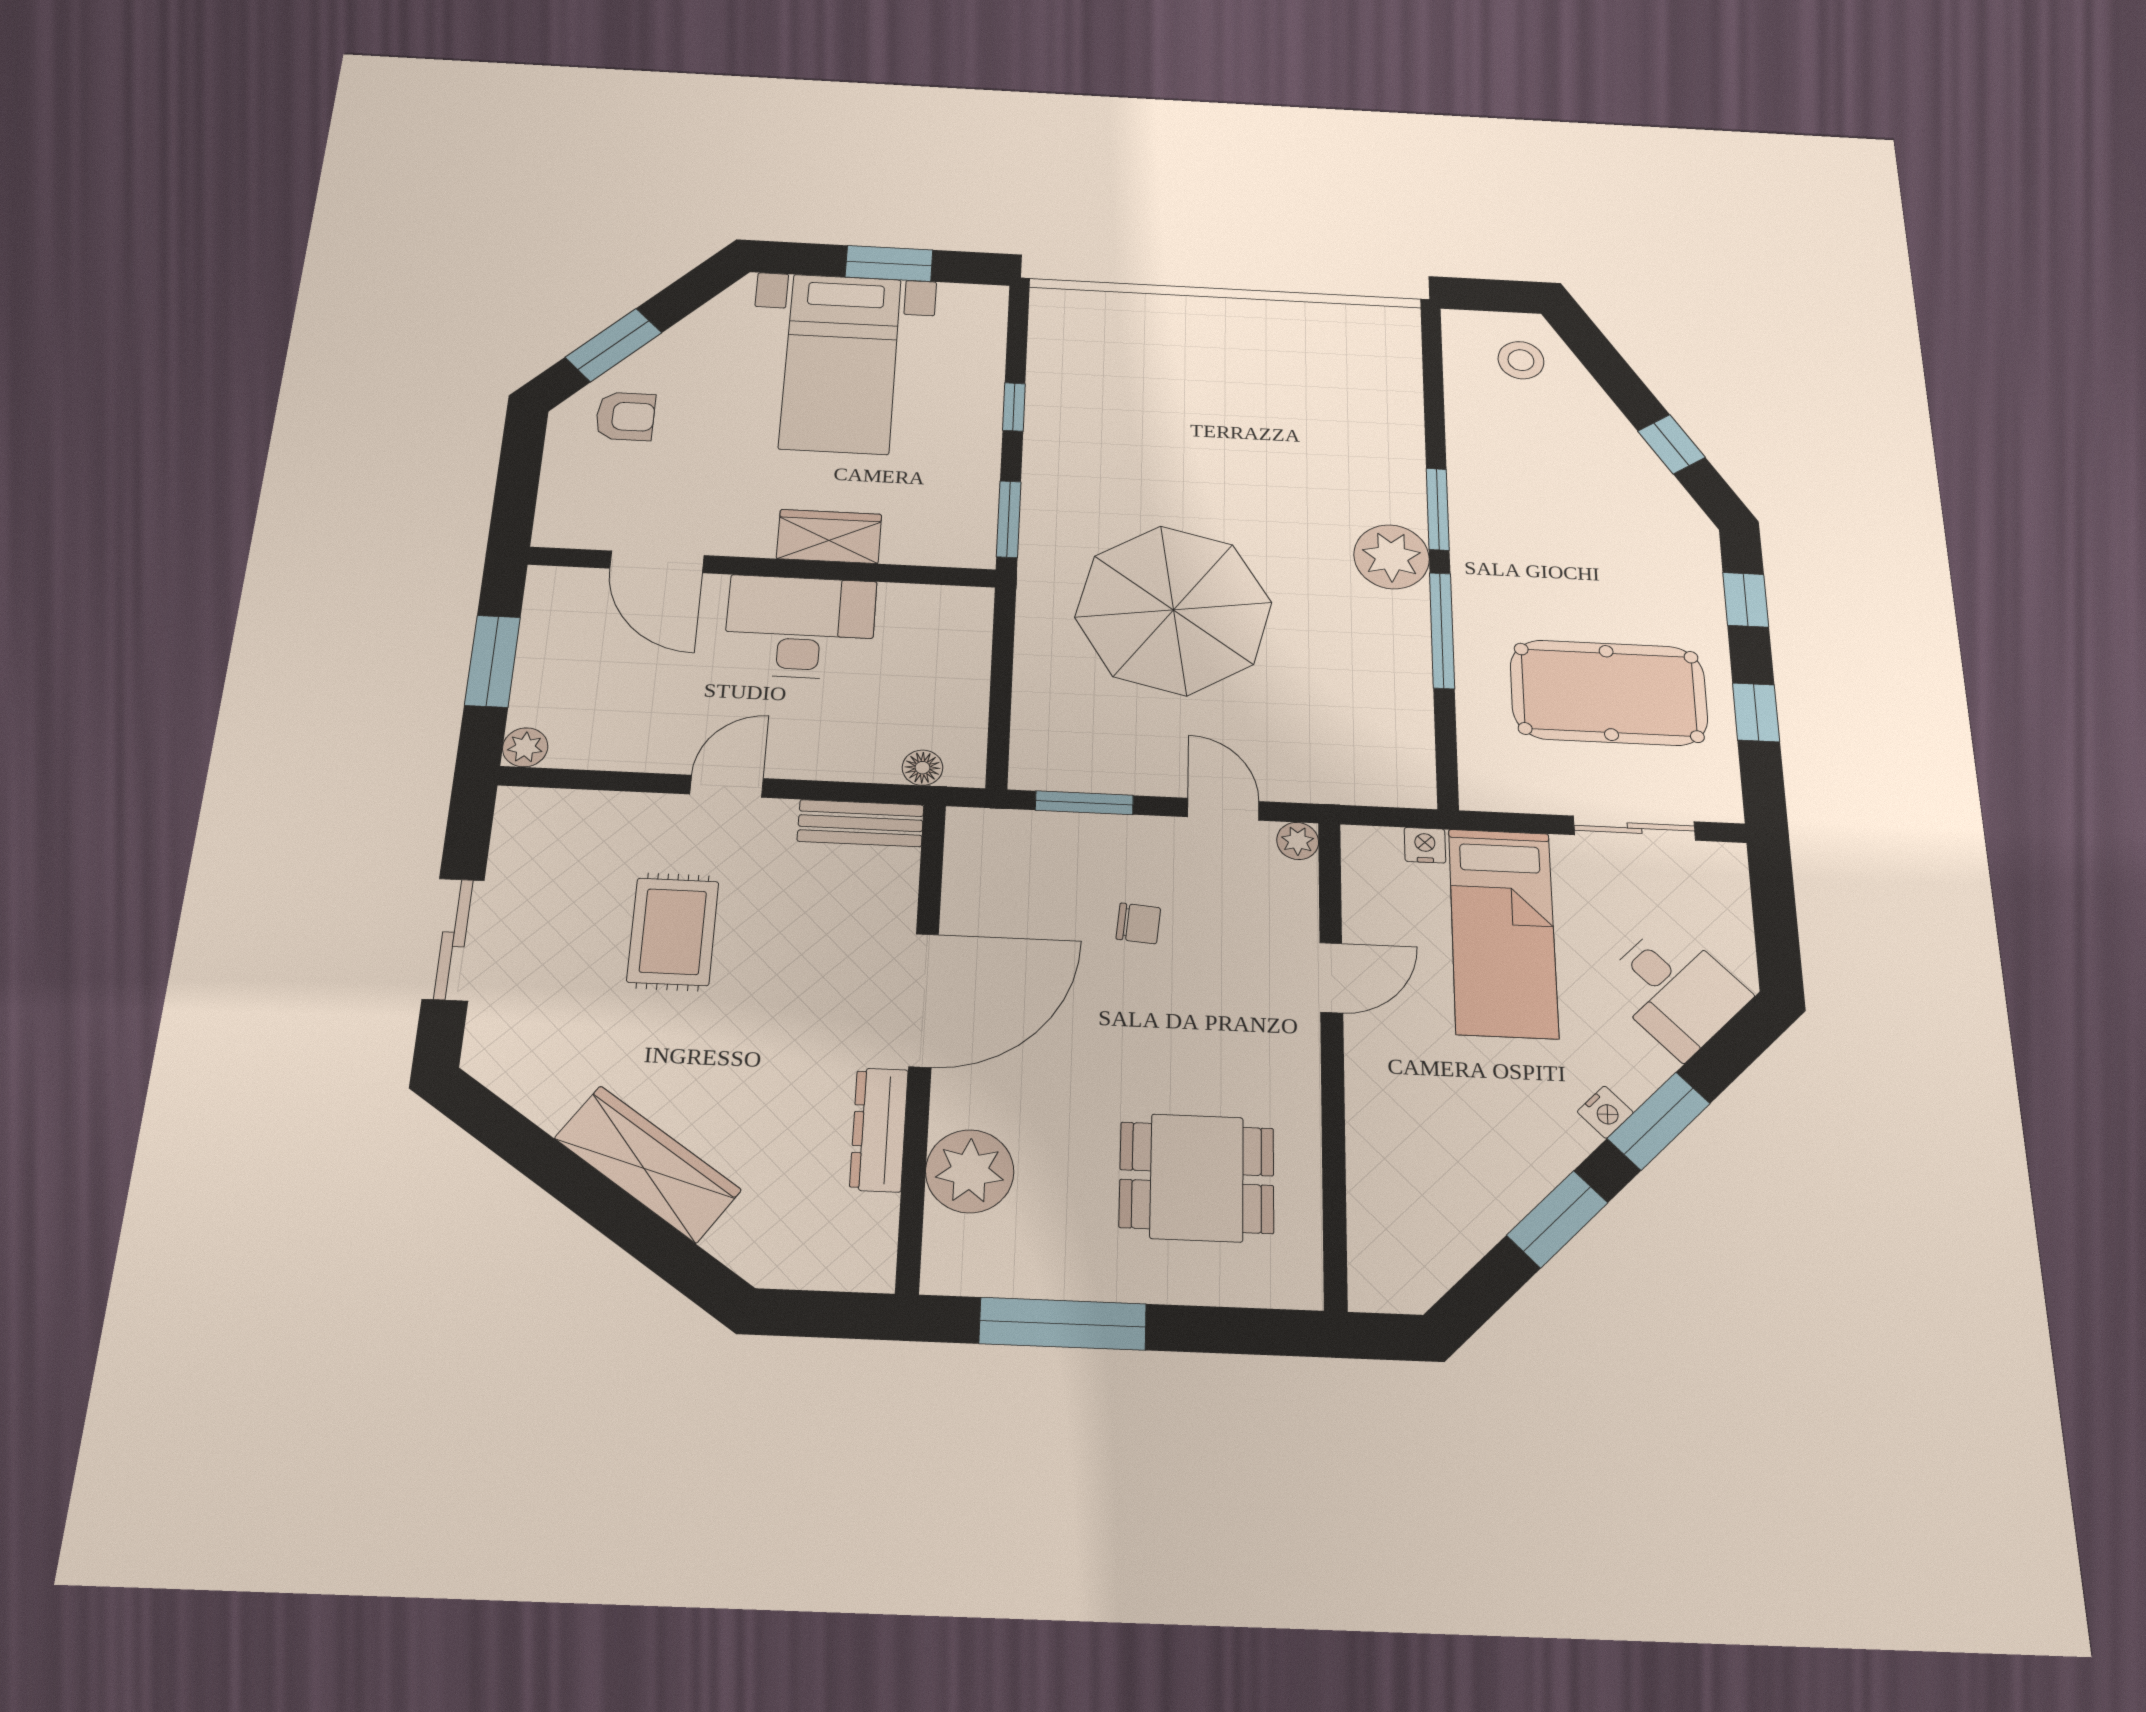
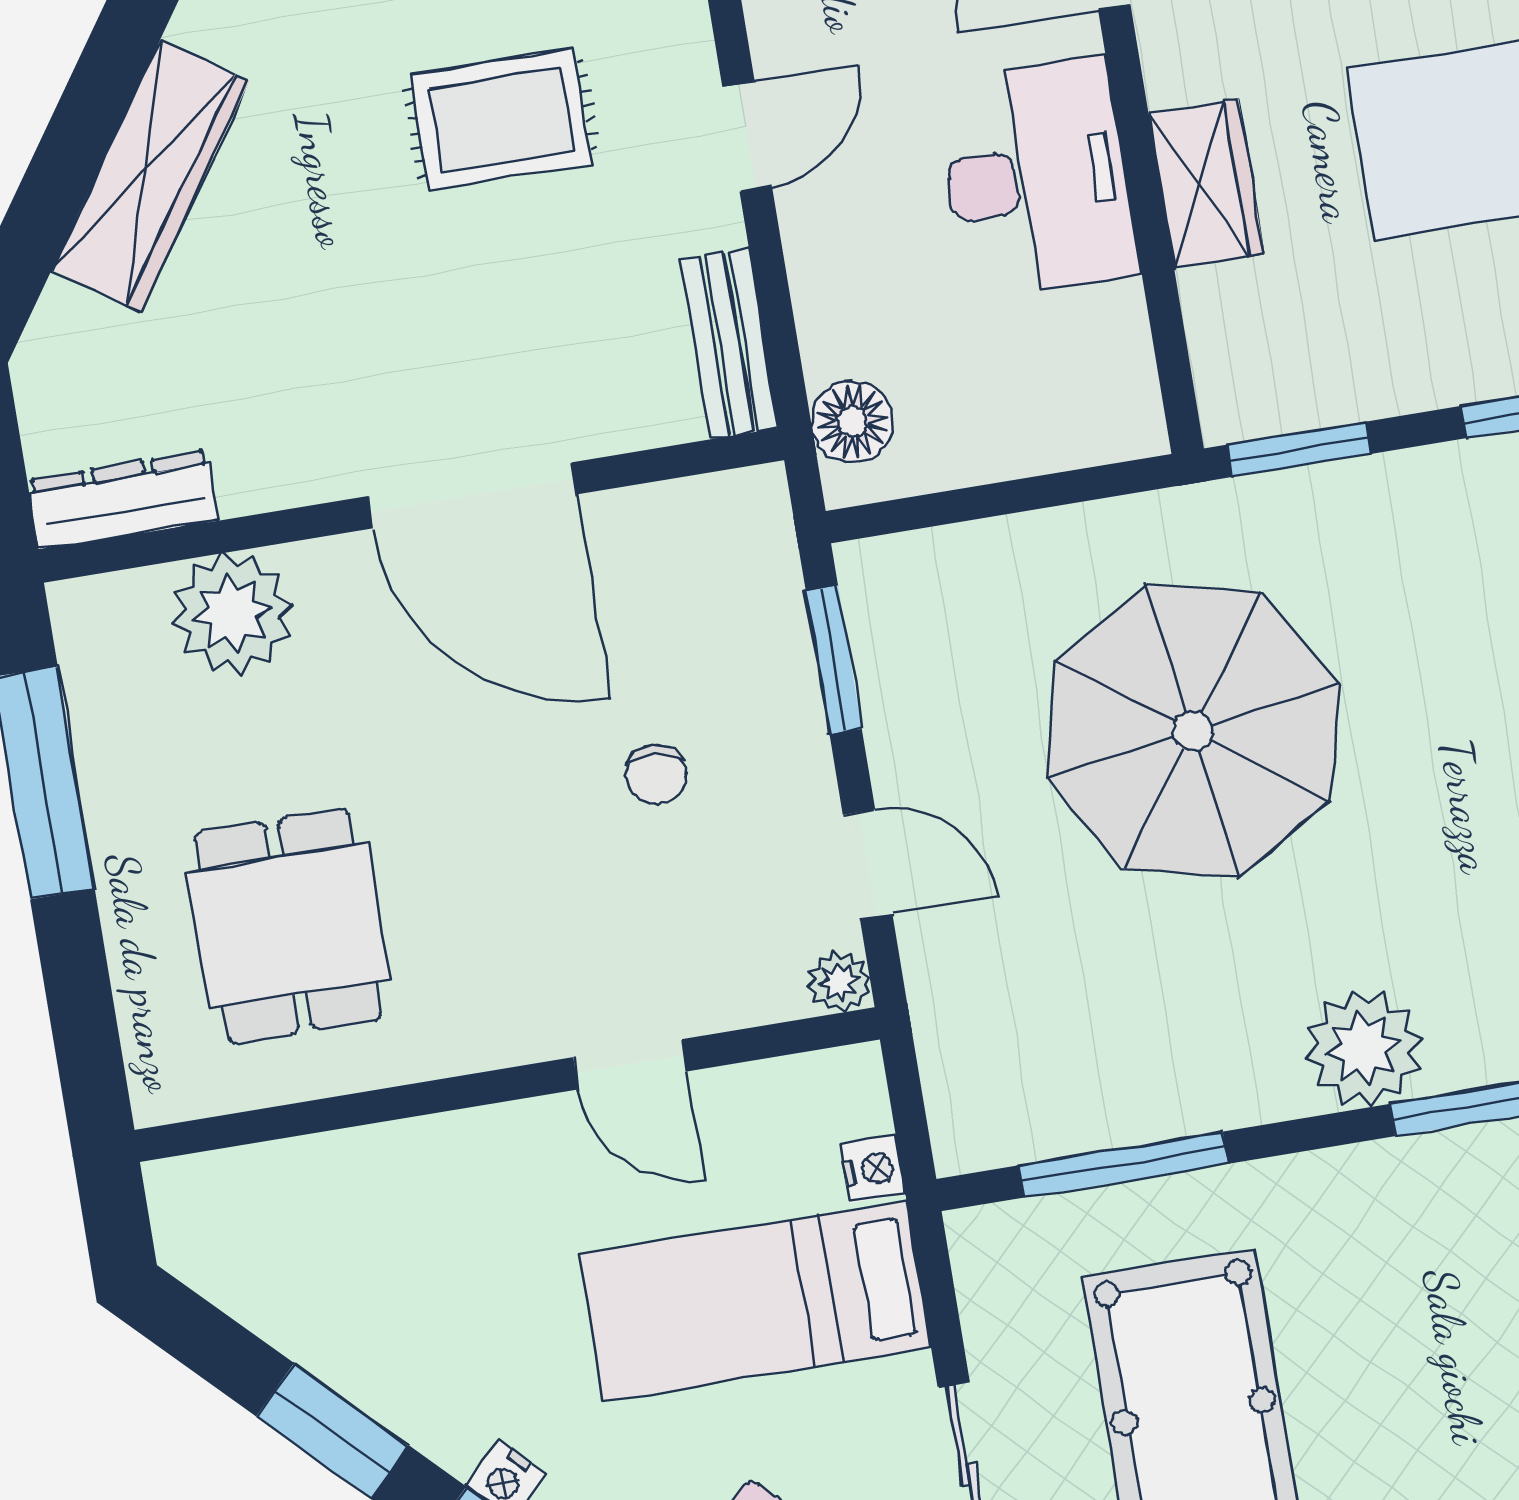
window: (1442, 630) -> (1123, 1165), moved
floor lamp: (923, 768) -> (853, 422), width x1.37, depth x1.37
door: (727, 786) -> (747, 137), hinge flipped
door: (1223, 809) -> (868, 865), hinge flipped
dresser: (879, 1130) -> (123, 500), moved

